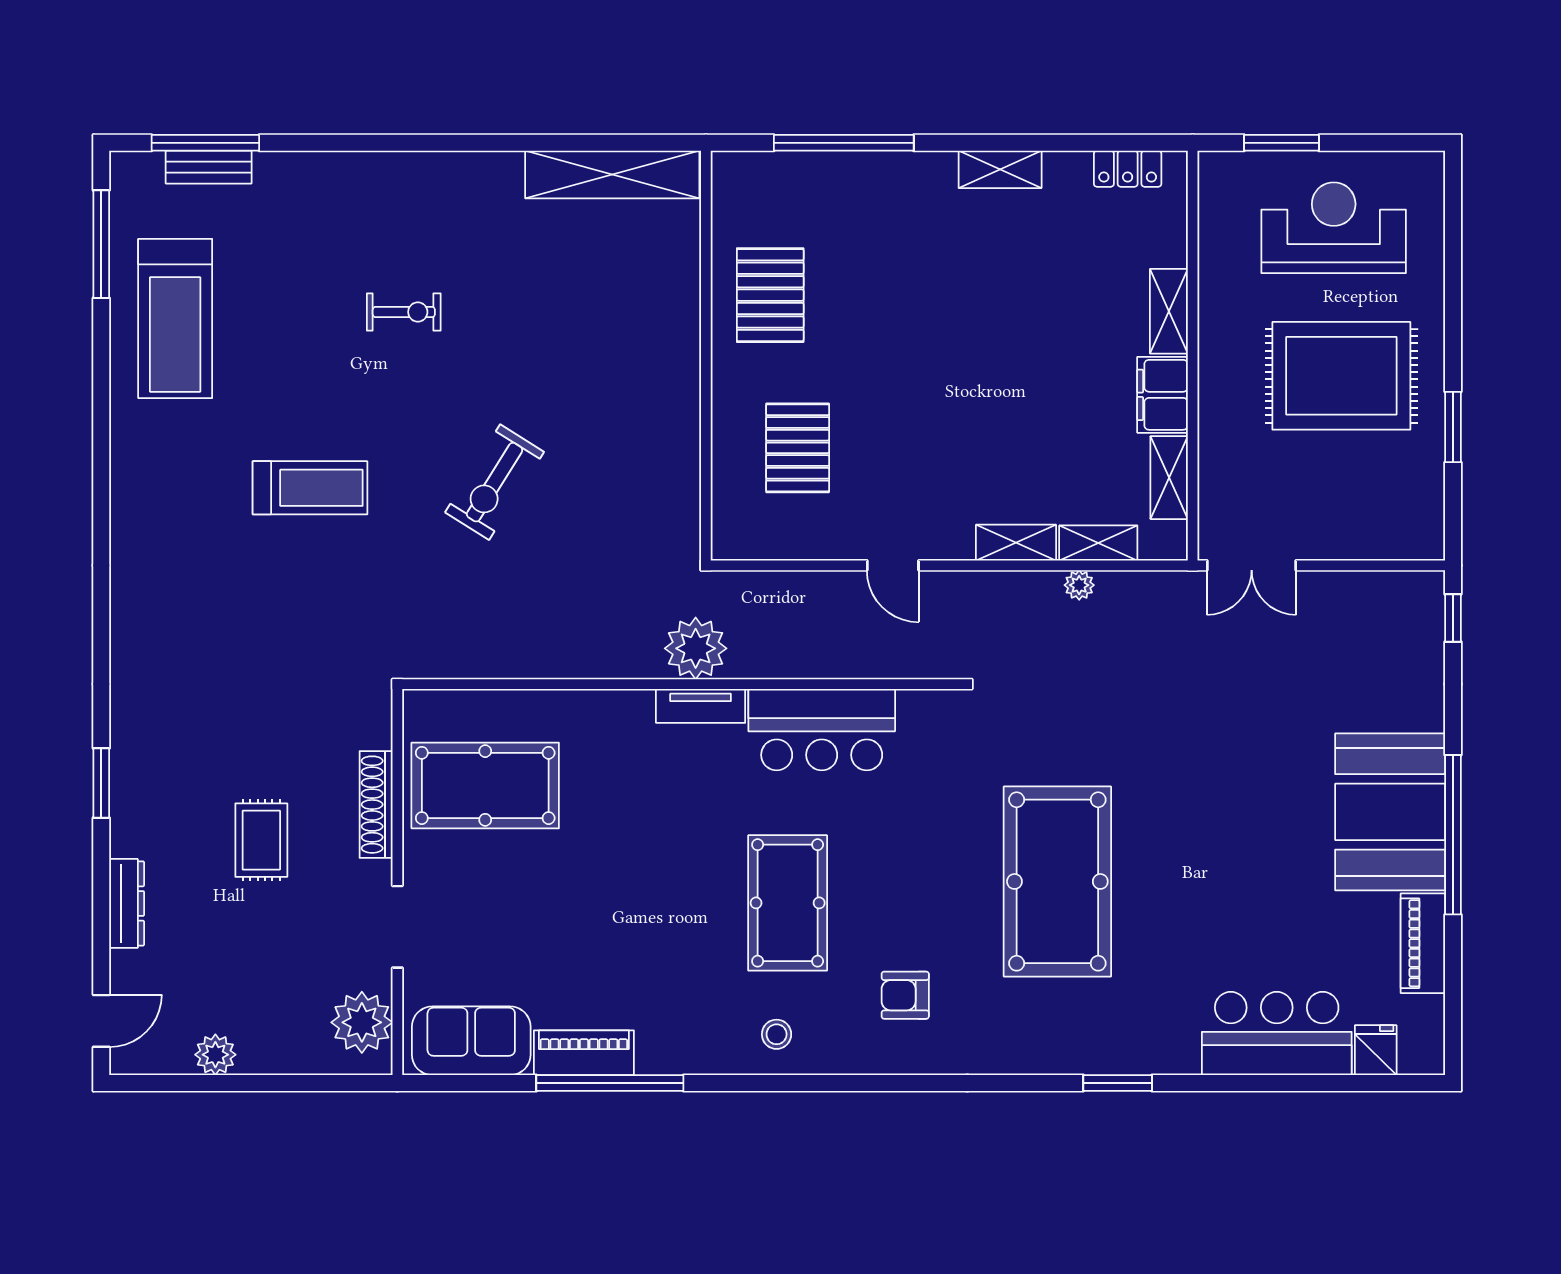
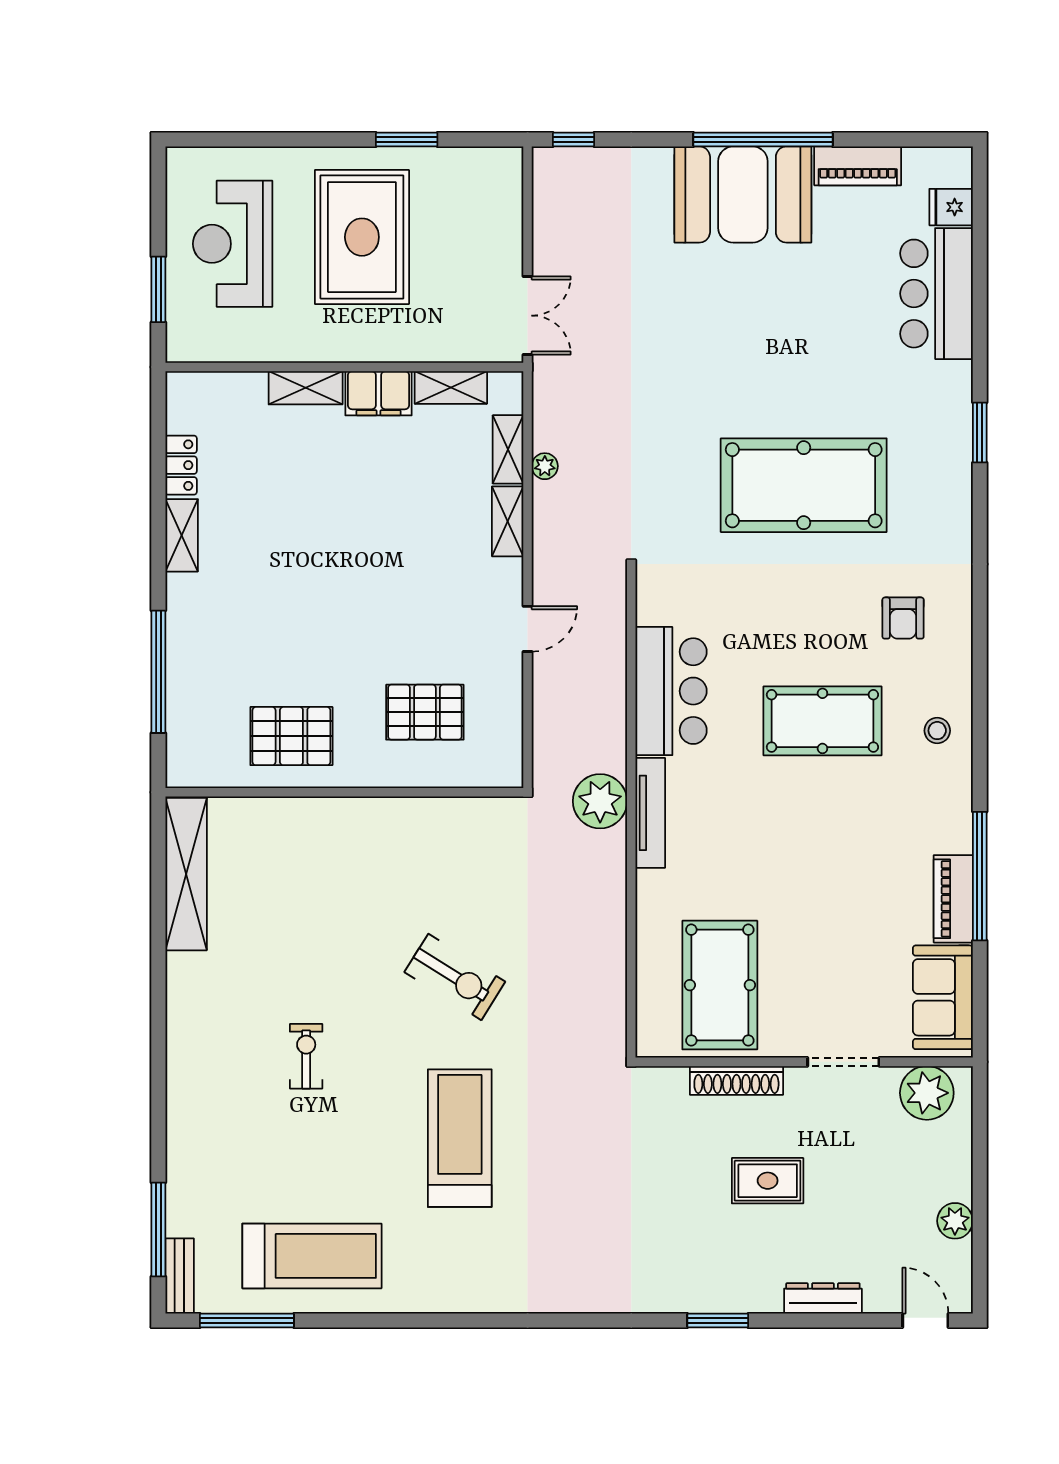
bench: (209, 167) -> (180, 1276), moved
locker: (1128, 169) -> (181, 465), moved
treadmill: (310, 488) -> (460, 1138), width x1.37, depth x1.38
tv unit: (701, 706) -> (650, 813), width x1.41

